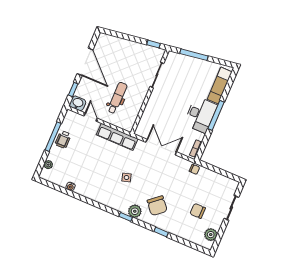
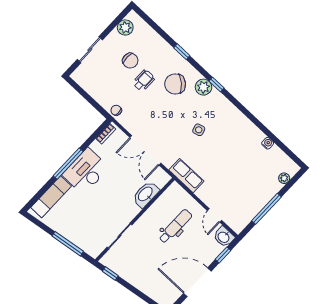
door: (85, 62) -> (197, 282), hinge flipped
dental chair: (117, 98) -> (175, 226), turned 180
washbasin: (149, 114) -> (146, 194), added
row of seats: (117, 137) -> (186, 176), width x0.68
wheelchair: (63, 139) -> (144, 80), moved
chair: (157, 206) -> (175, 84), turned -98

